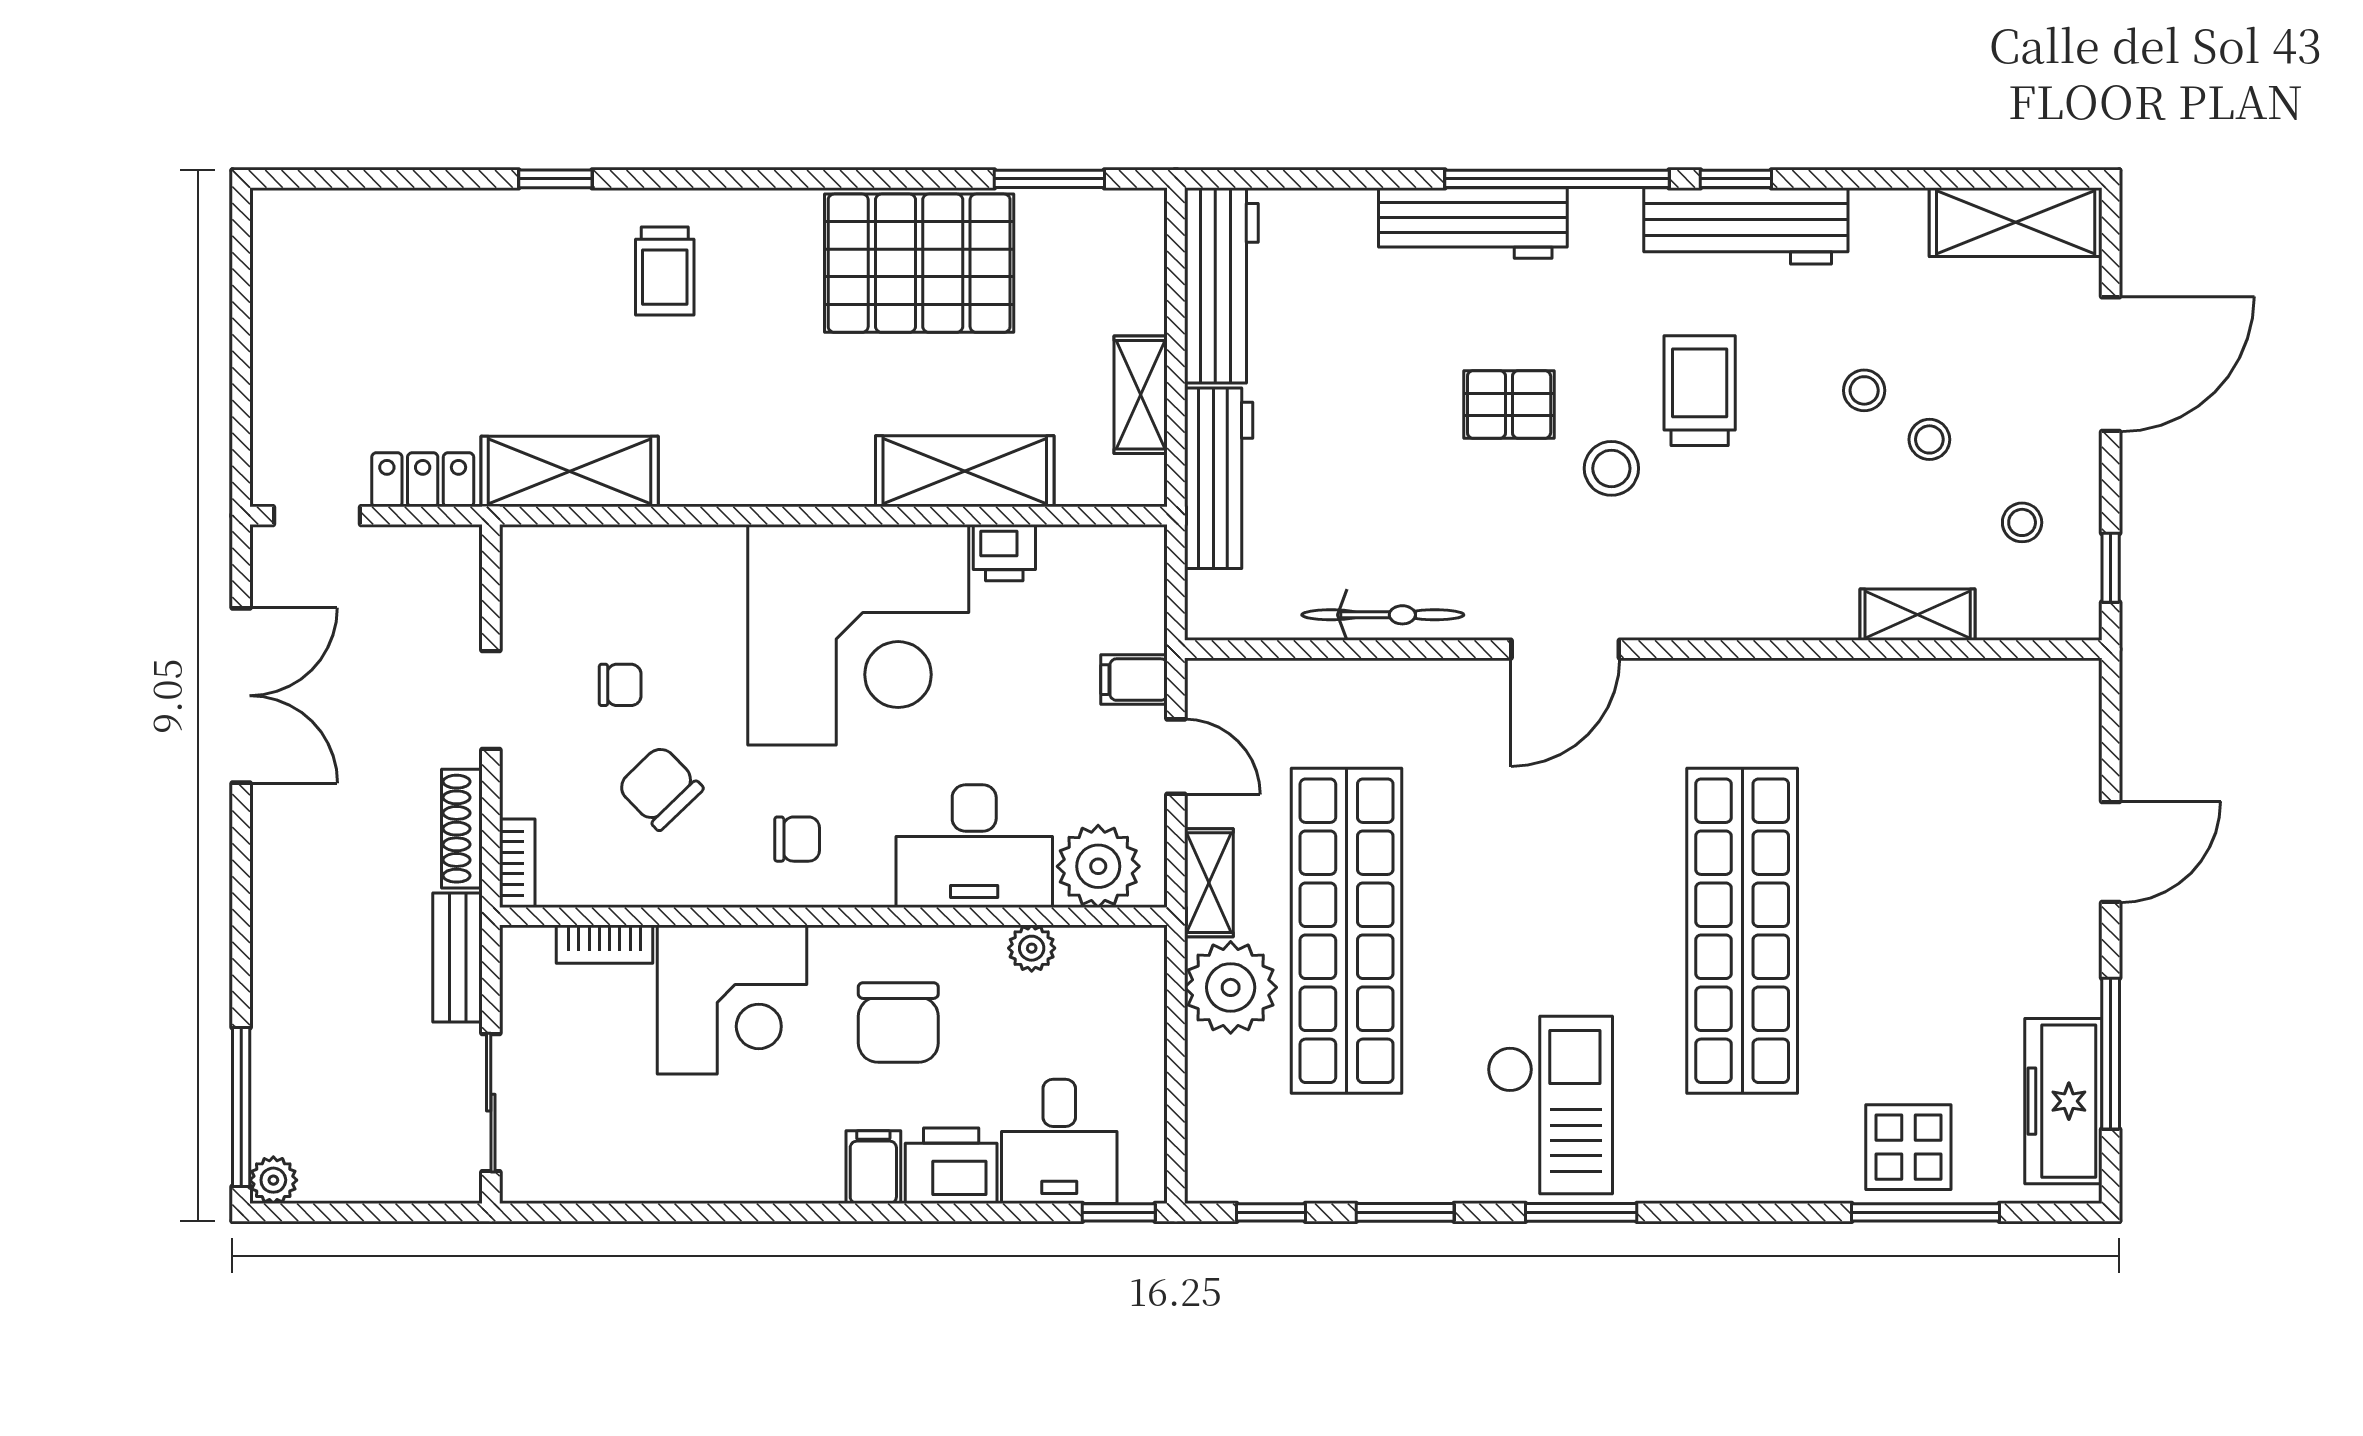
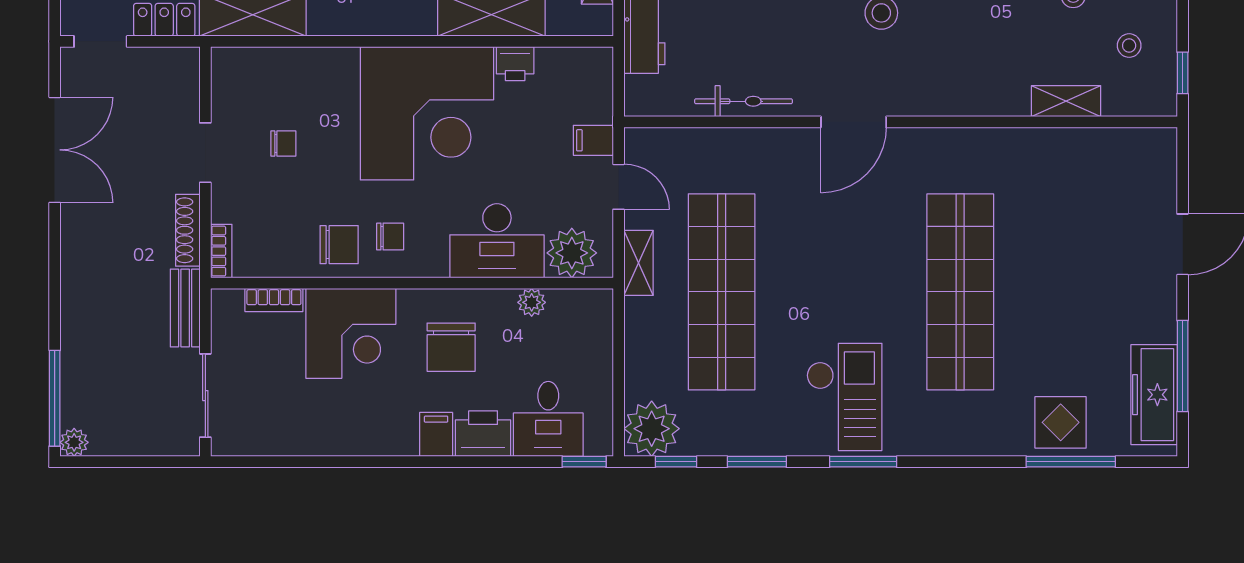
chair: (660, 788) -> (339, 245), moved, turned 134
plant: (1231, 987) -> (652, 429), moved

